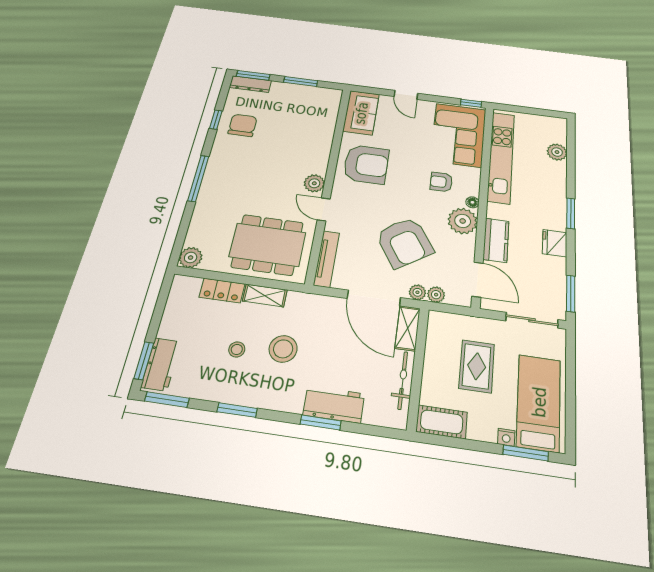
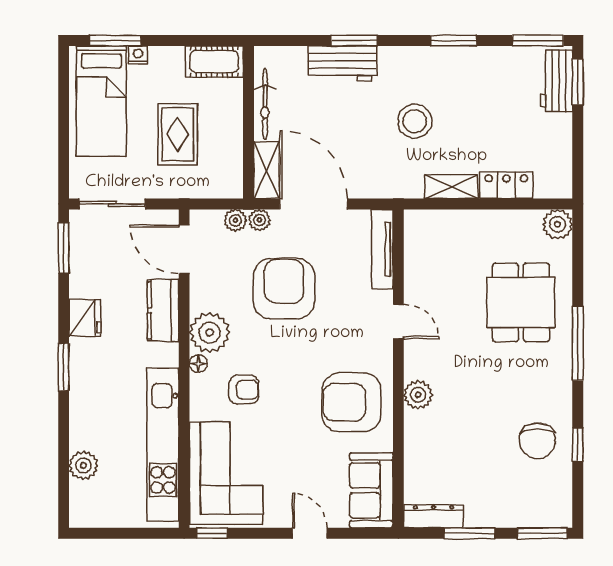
dresser: (250, 84) -> (433, 516), moved
plant: (314, 183) -> (418, 395), moved
armchair: (404, 242) -> (284, 289), turned 33
dining table: (268, 245) -> (521, 302), moved, width x0.73
stool: (237, 349) -> (470, 112), removed

